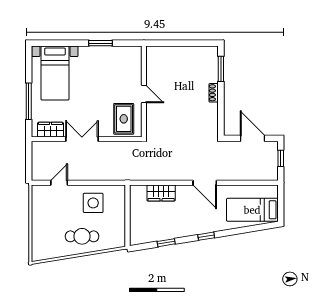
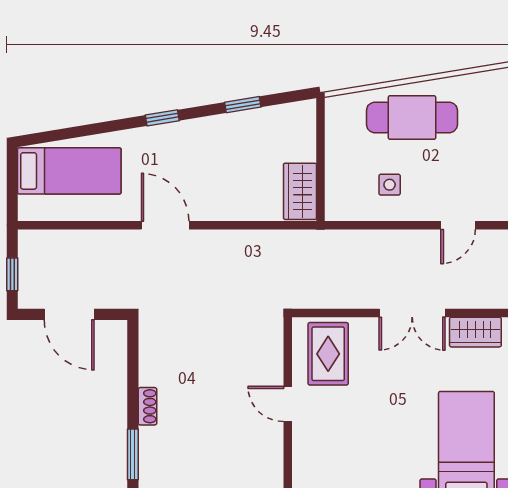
wardrobe: (161, 193) -> (300, 191), moved, turned -90
side table: (93, 203) -> (390, 185), width x0.54, depth x0.54
cafe table: (82, 236) -> (412, 117), width x1.37, depth x1.35

